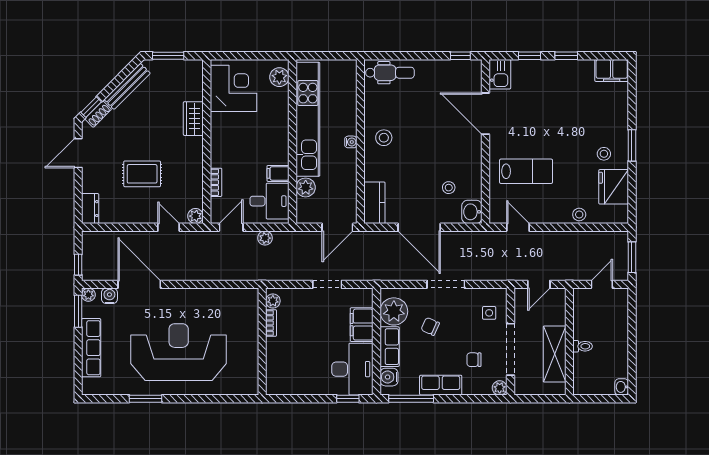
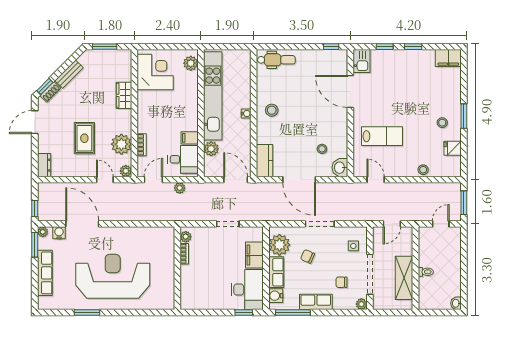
bench: (127, 86) -> (69, 74), width x0.73
rug: (142, 174) -> (84, 138), turned 90
plant: (190, 182) -> (121, 144), added
fridge: (614, 187) -> (453, 148), width x0.53, depth x0.75
door: (337, 227) -> (236, 180), swing flipped

